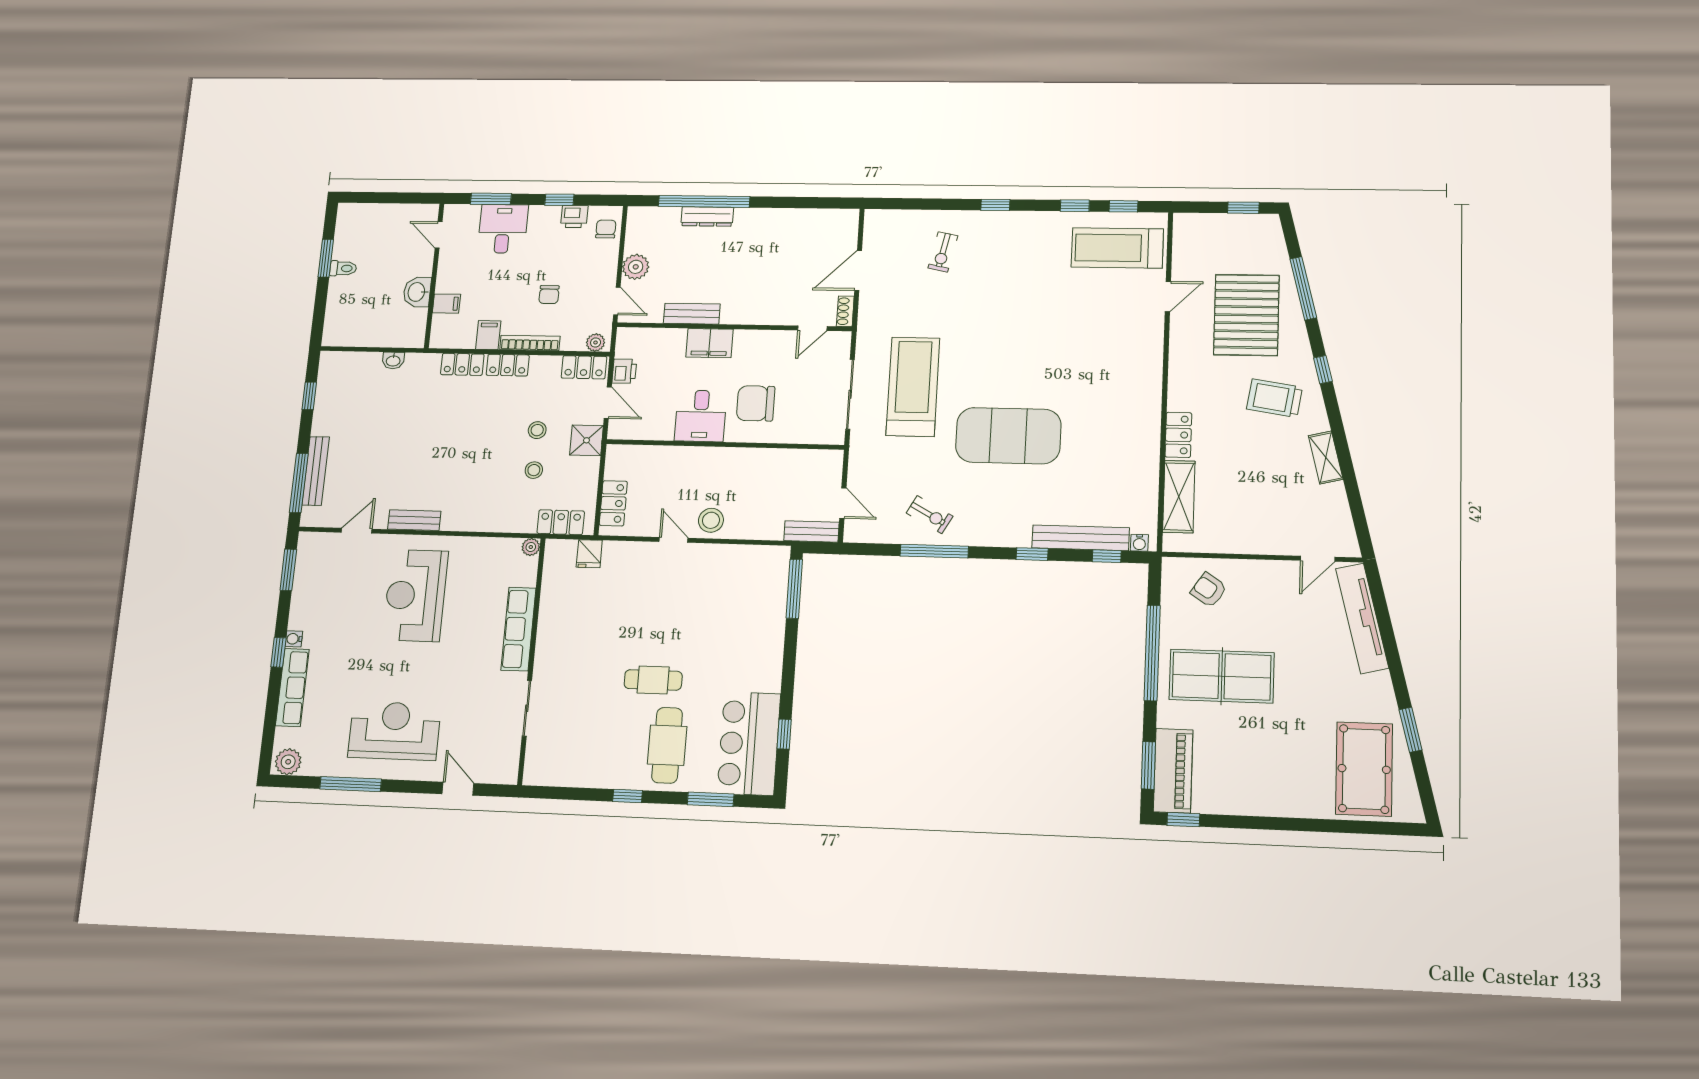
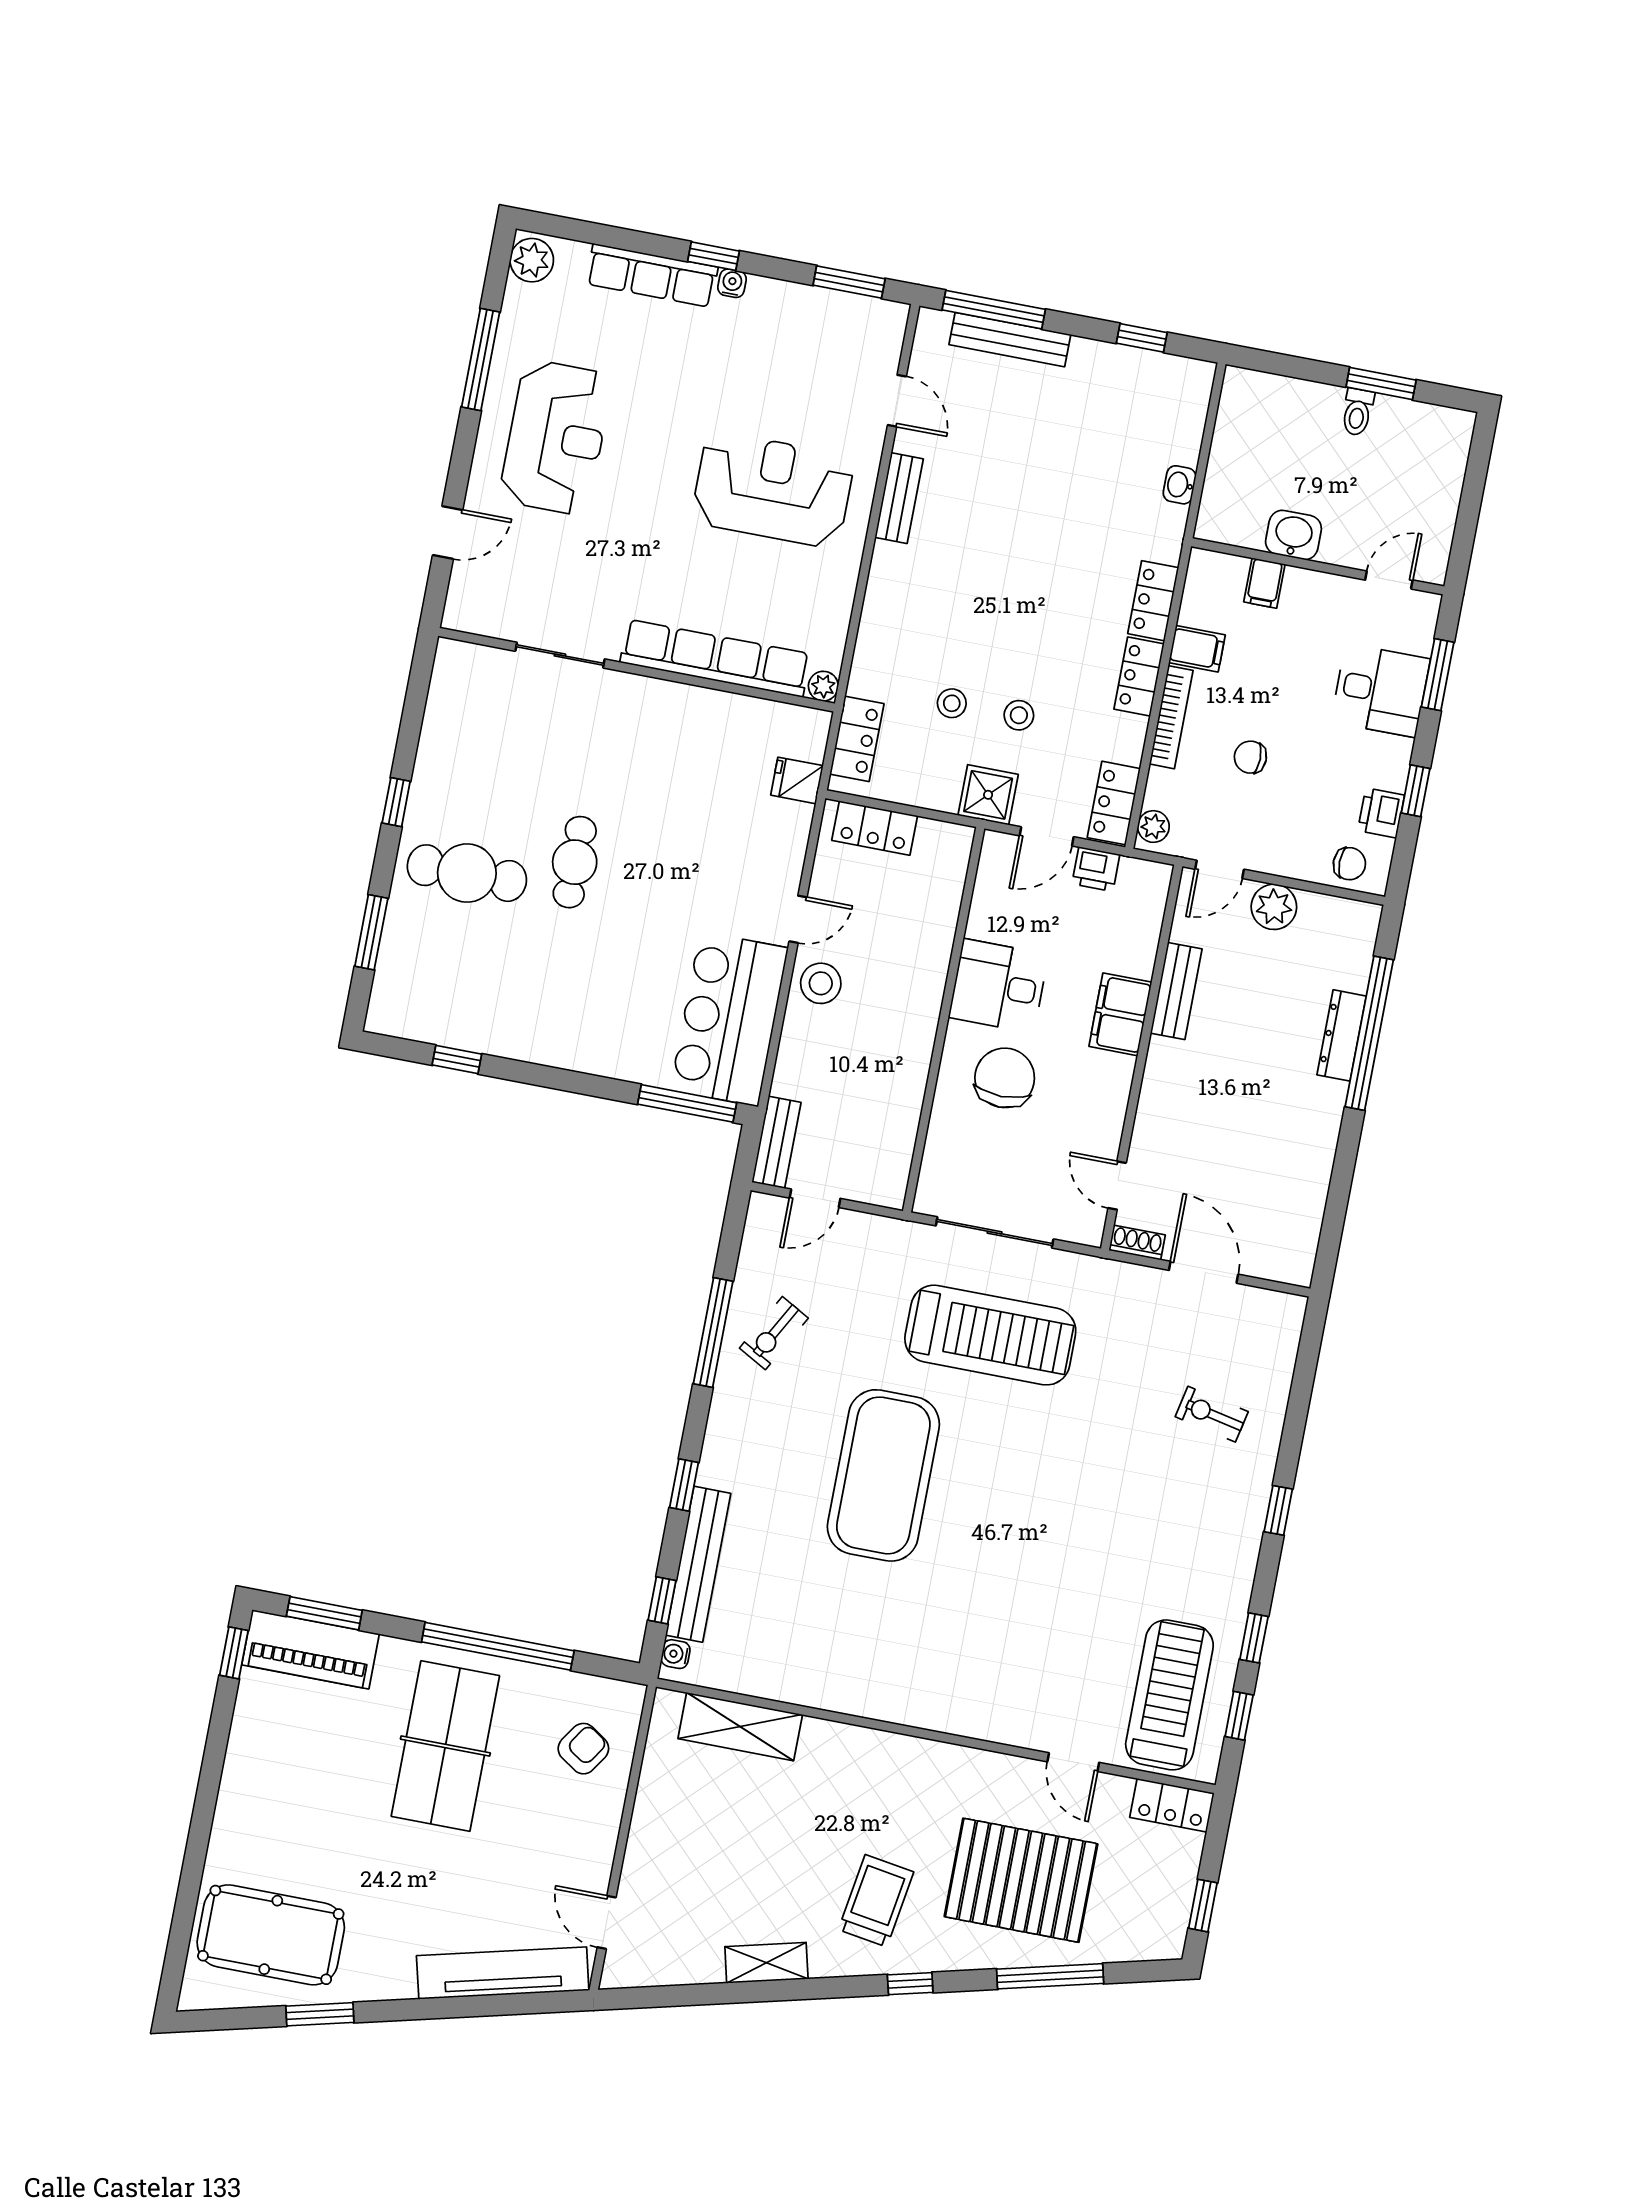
locker: (1178, 435) -> (1172, 1805), moved
row of seats: (518, 629) -> (715, 658), width x1.36
bar counter: (749, 743) -> (729, 1019), moved, turned -90

